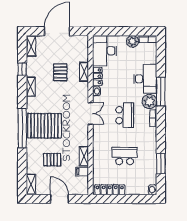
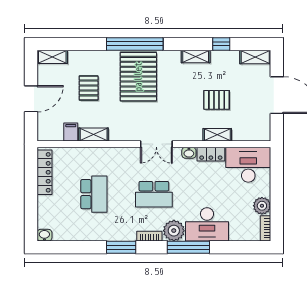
window: (161, 164) -> (121, 247), moved

